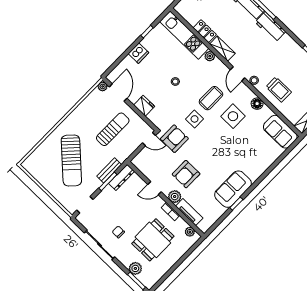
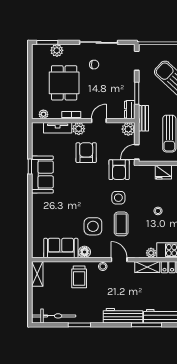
workbench: (270, 27) -> (123, 316), width x1.38
trolley: (279, 89) -> (79, 277), turned -90
sofa: (280, 132) -> (61, 248), moved
plant: (139, 161) -> (128, 129), added
bench: (109, 170) -> (143, 118), moved
dresser: (122, 177) -> (130, 110), width x0.70

